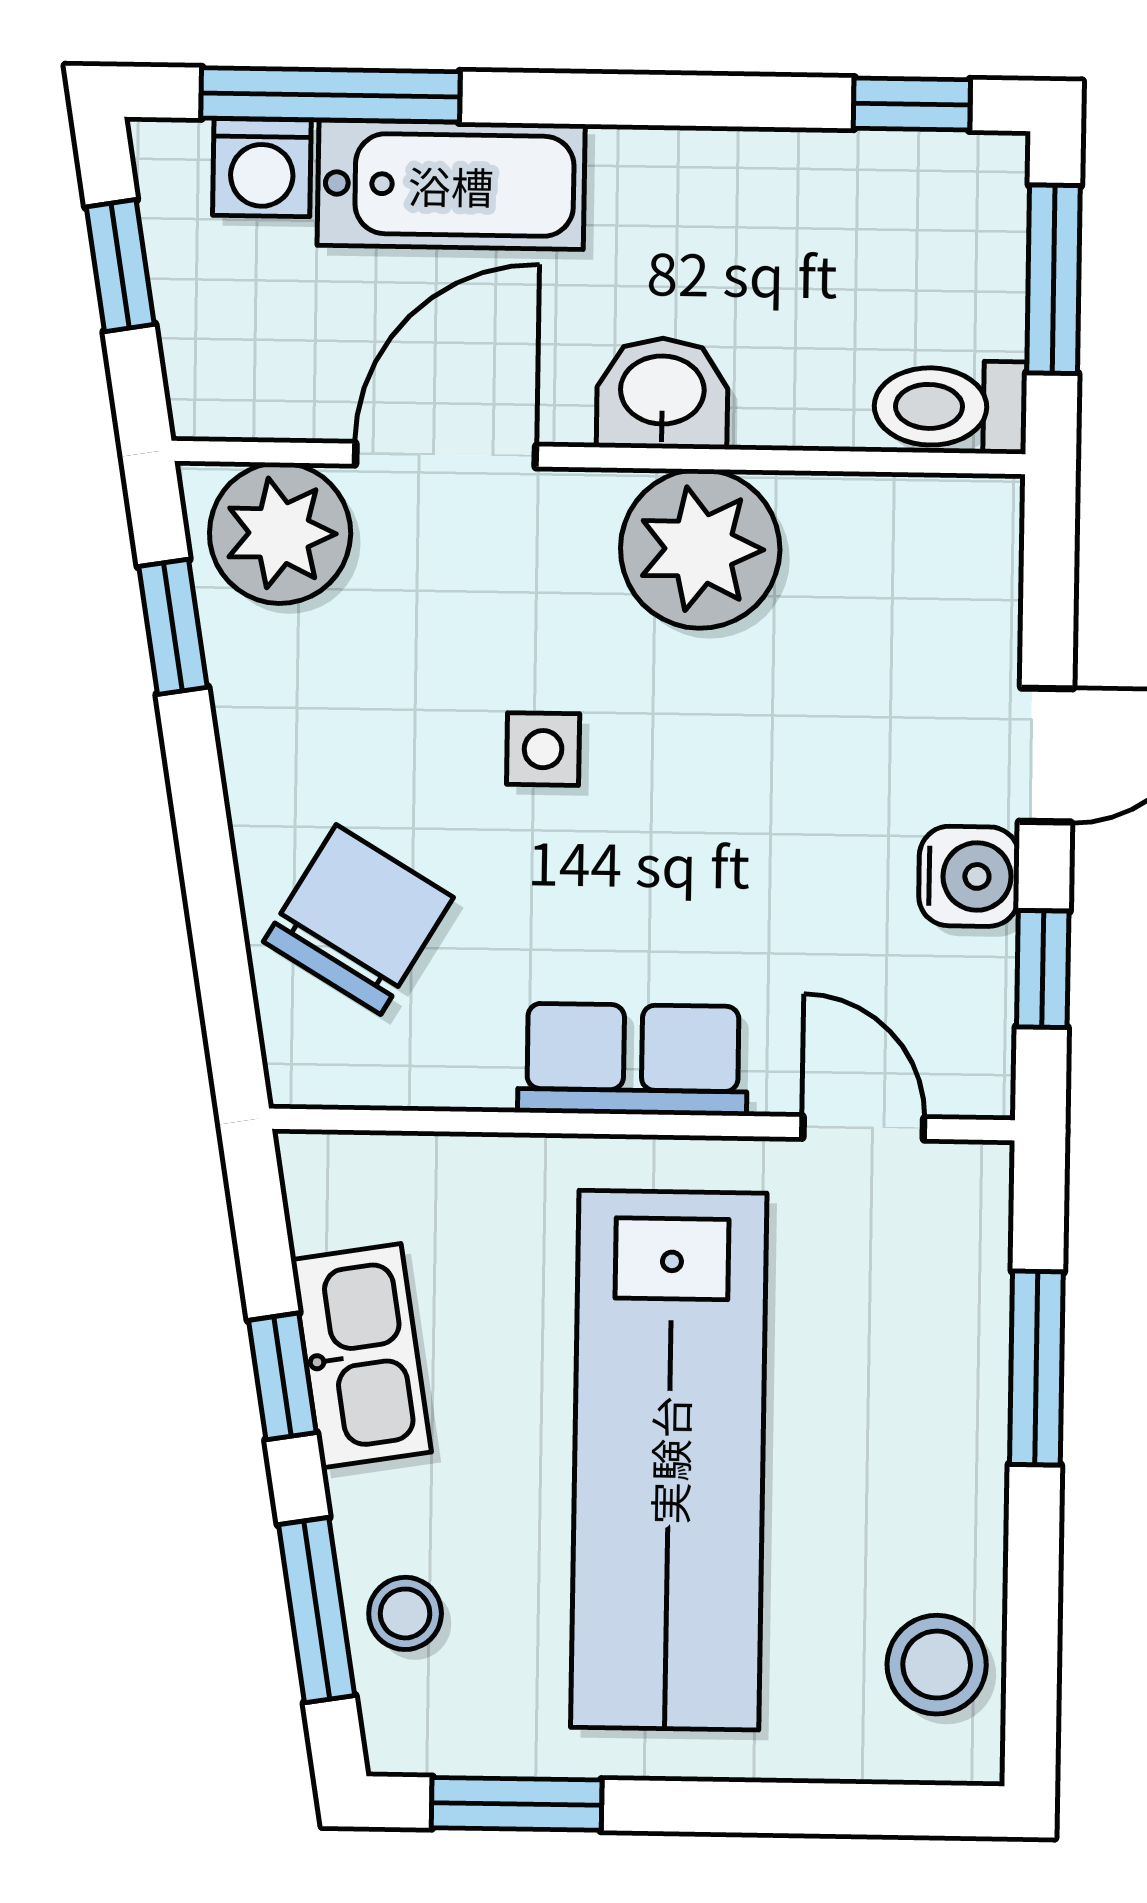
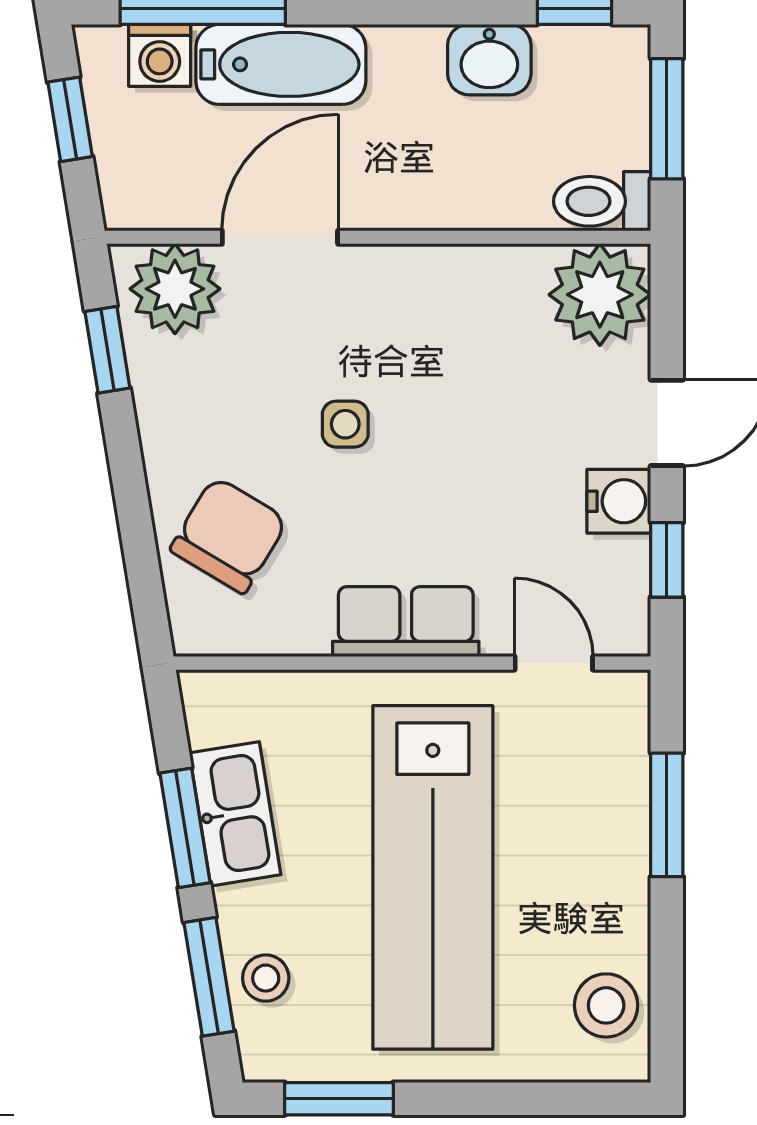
washbasin: (662, 393) -> (489, 60), moved, turned 180
plant: (700, 549) -> (600, 295), moved
window: (282, 1376) -> (185, 828), width x1.50

